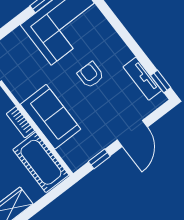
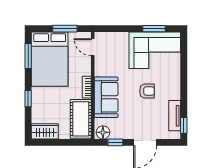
armchair: (90, 75) -> (147, 91), turned 90
floor lamp: (77, 158) -> (103, 132), added

